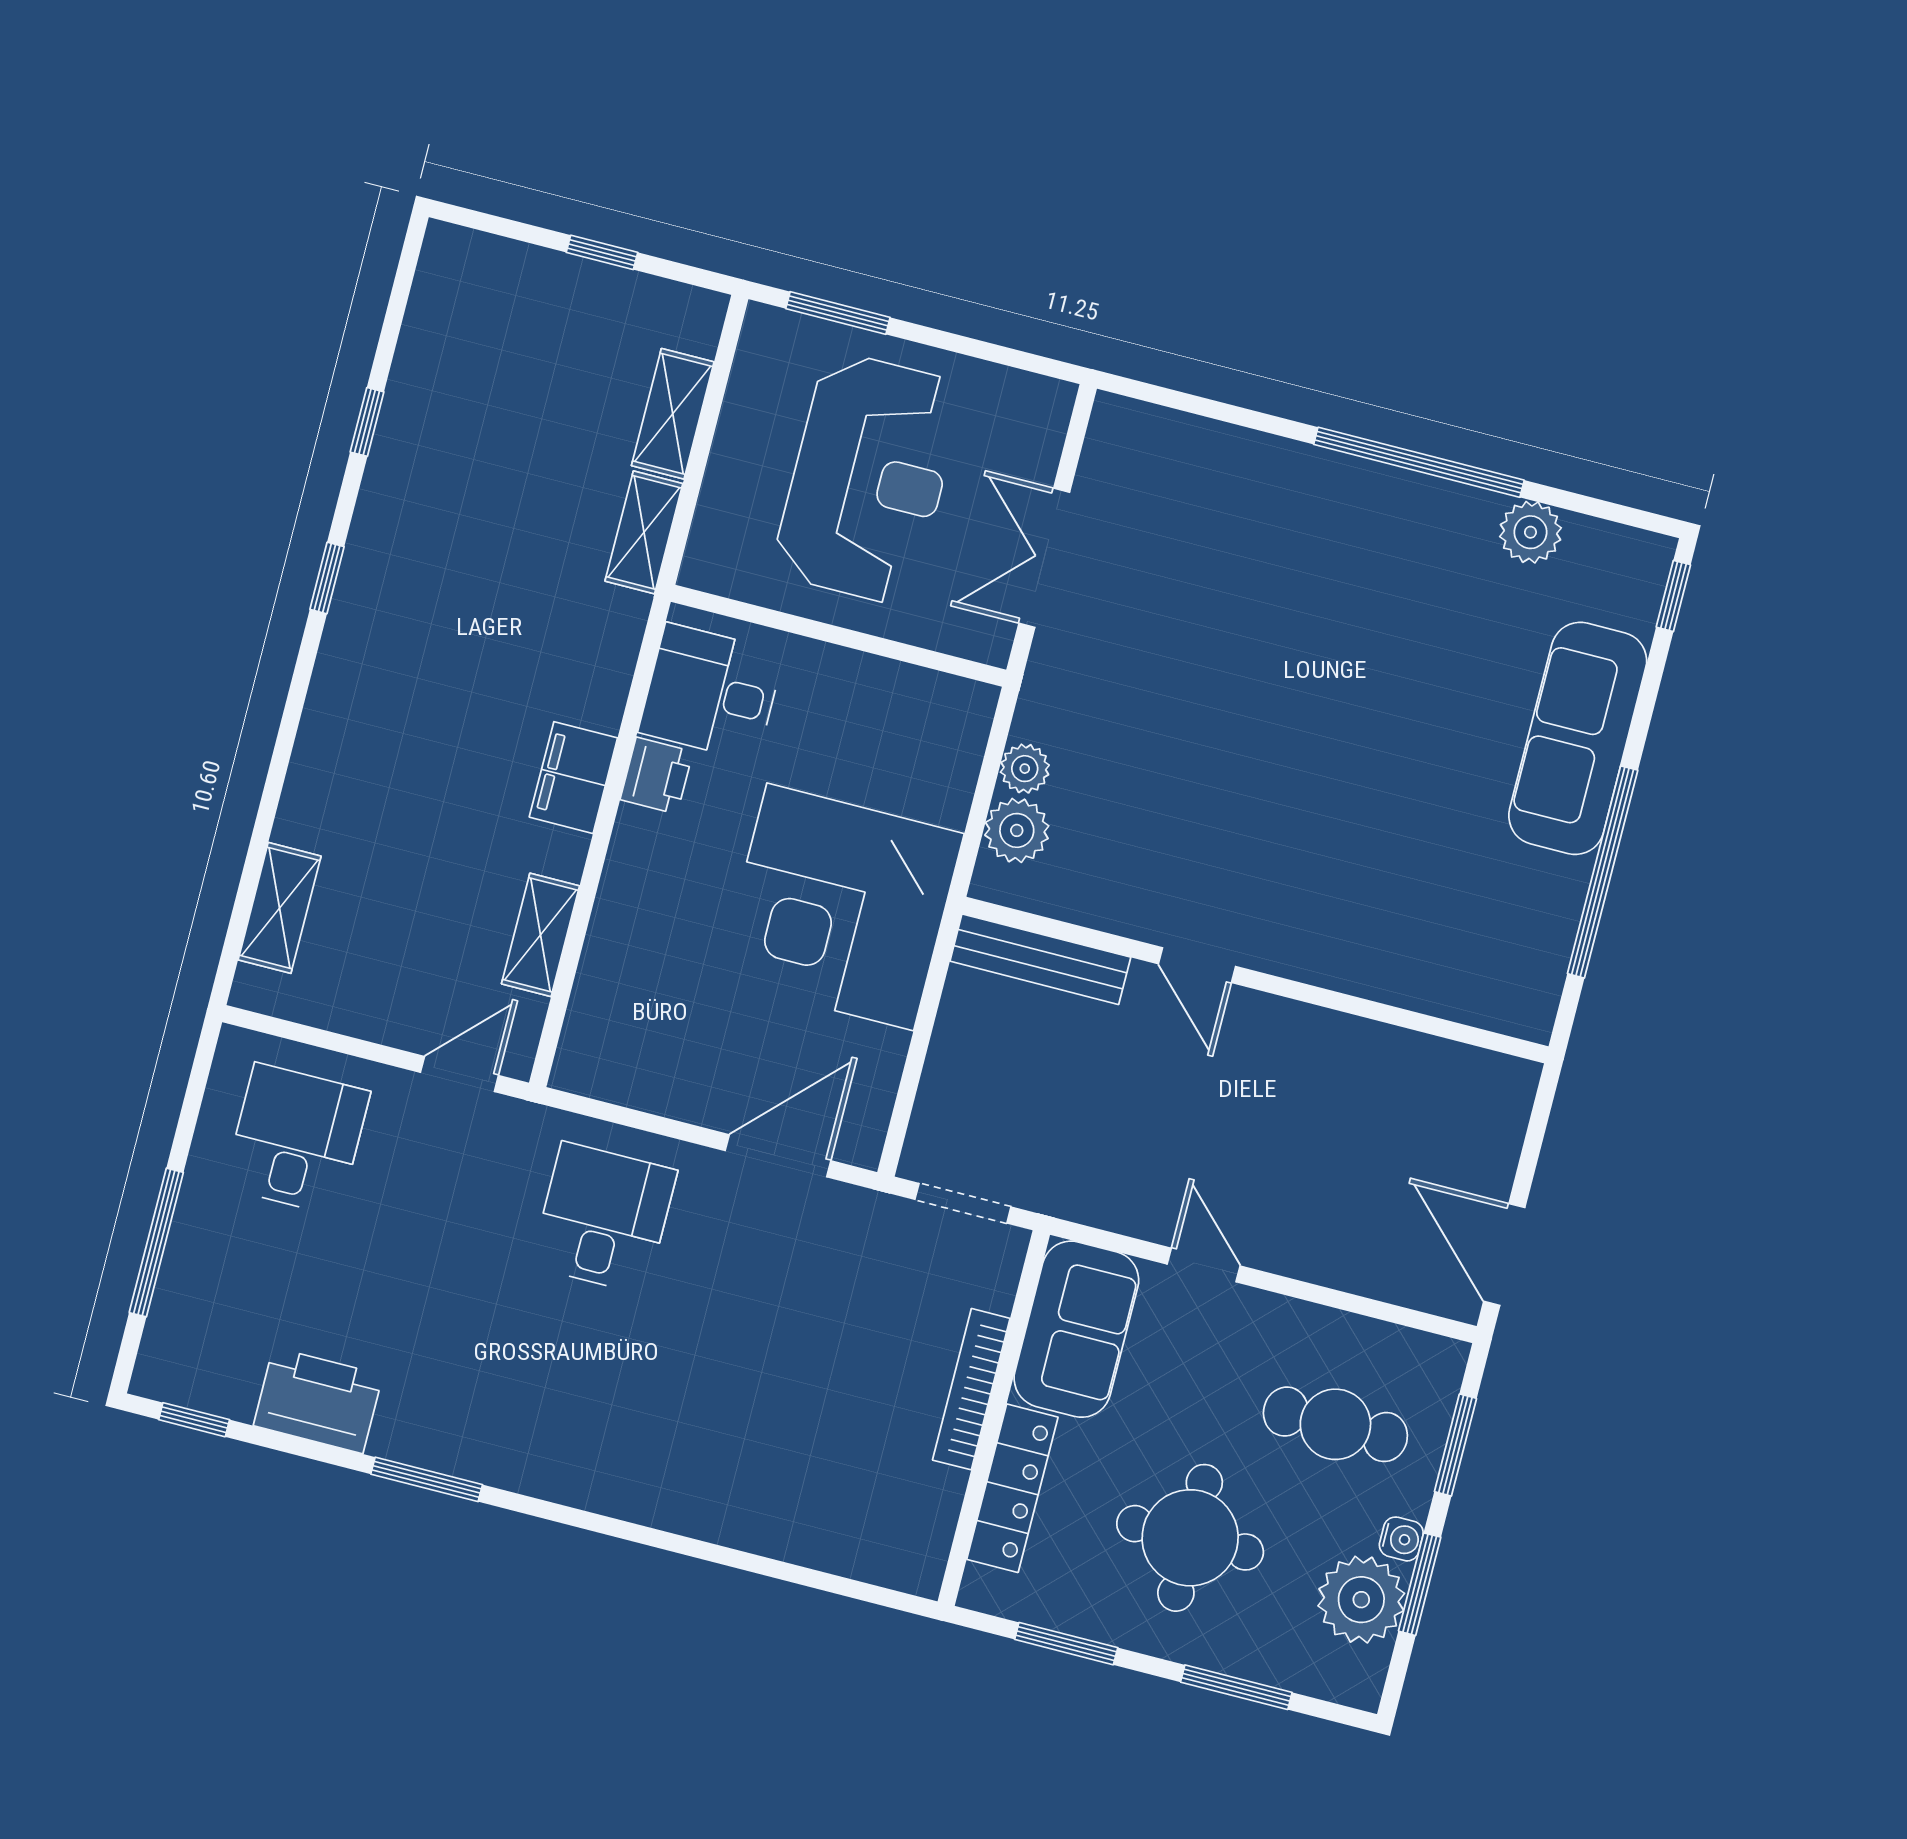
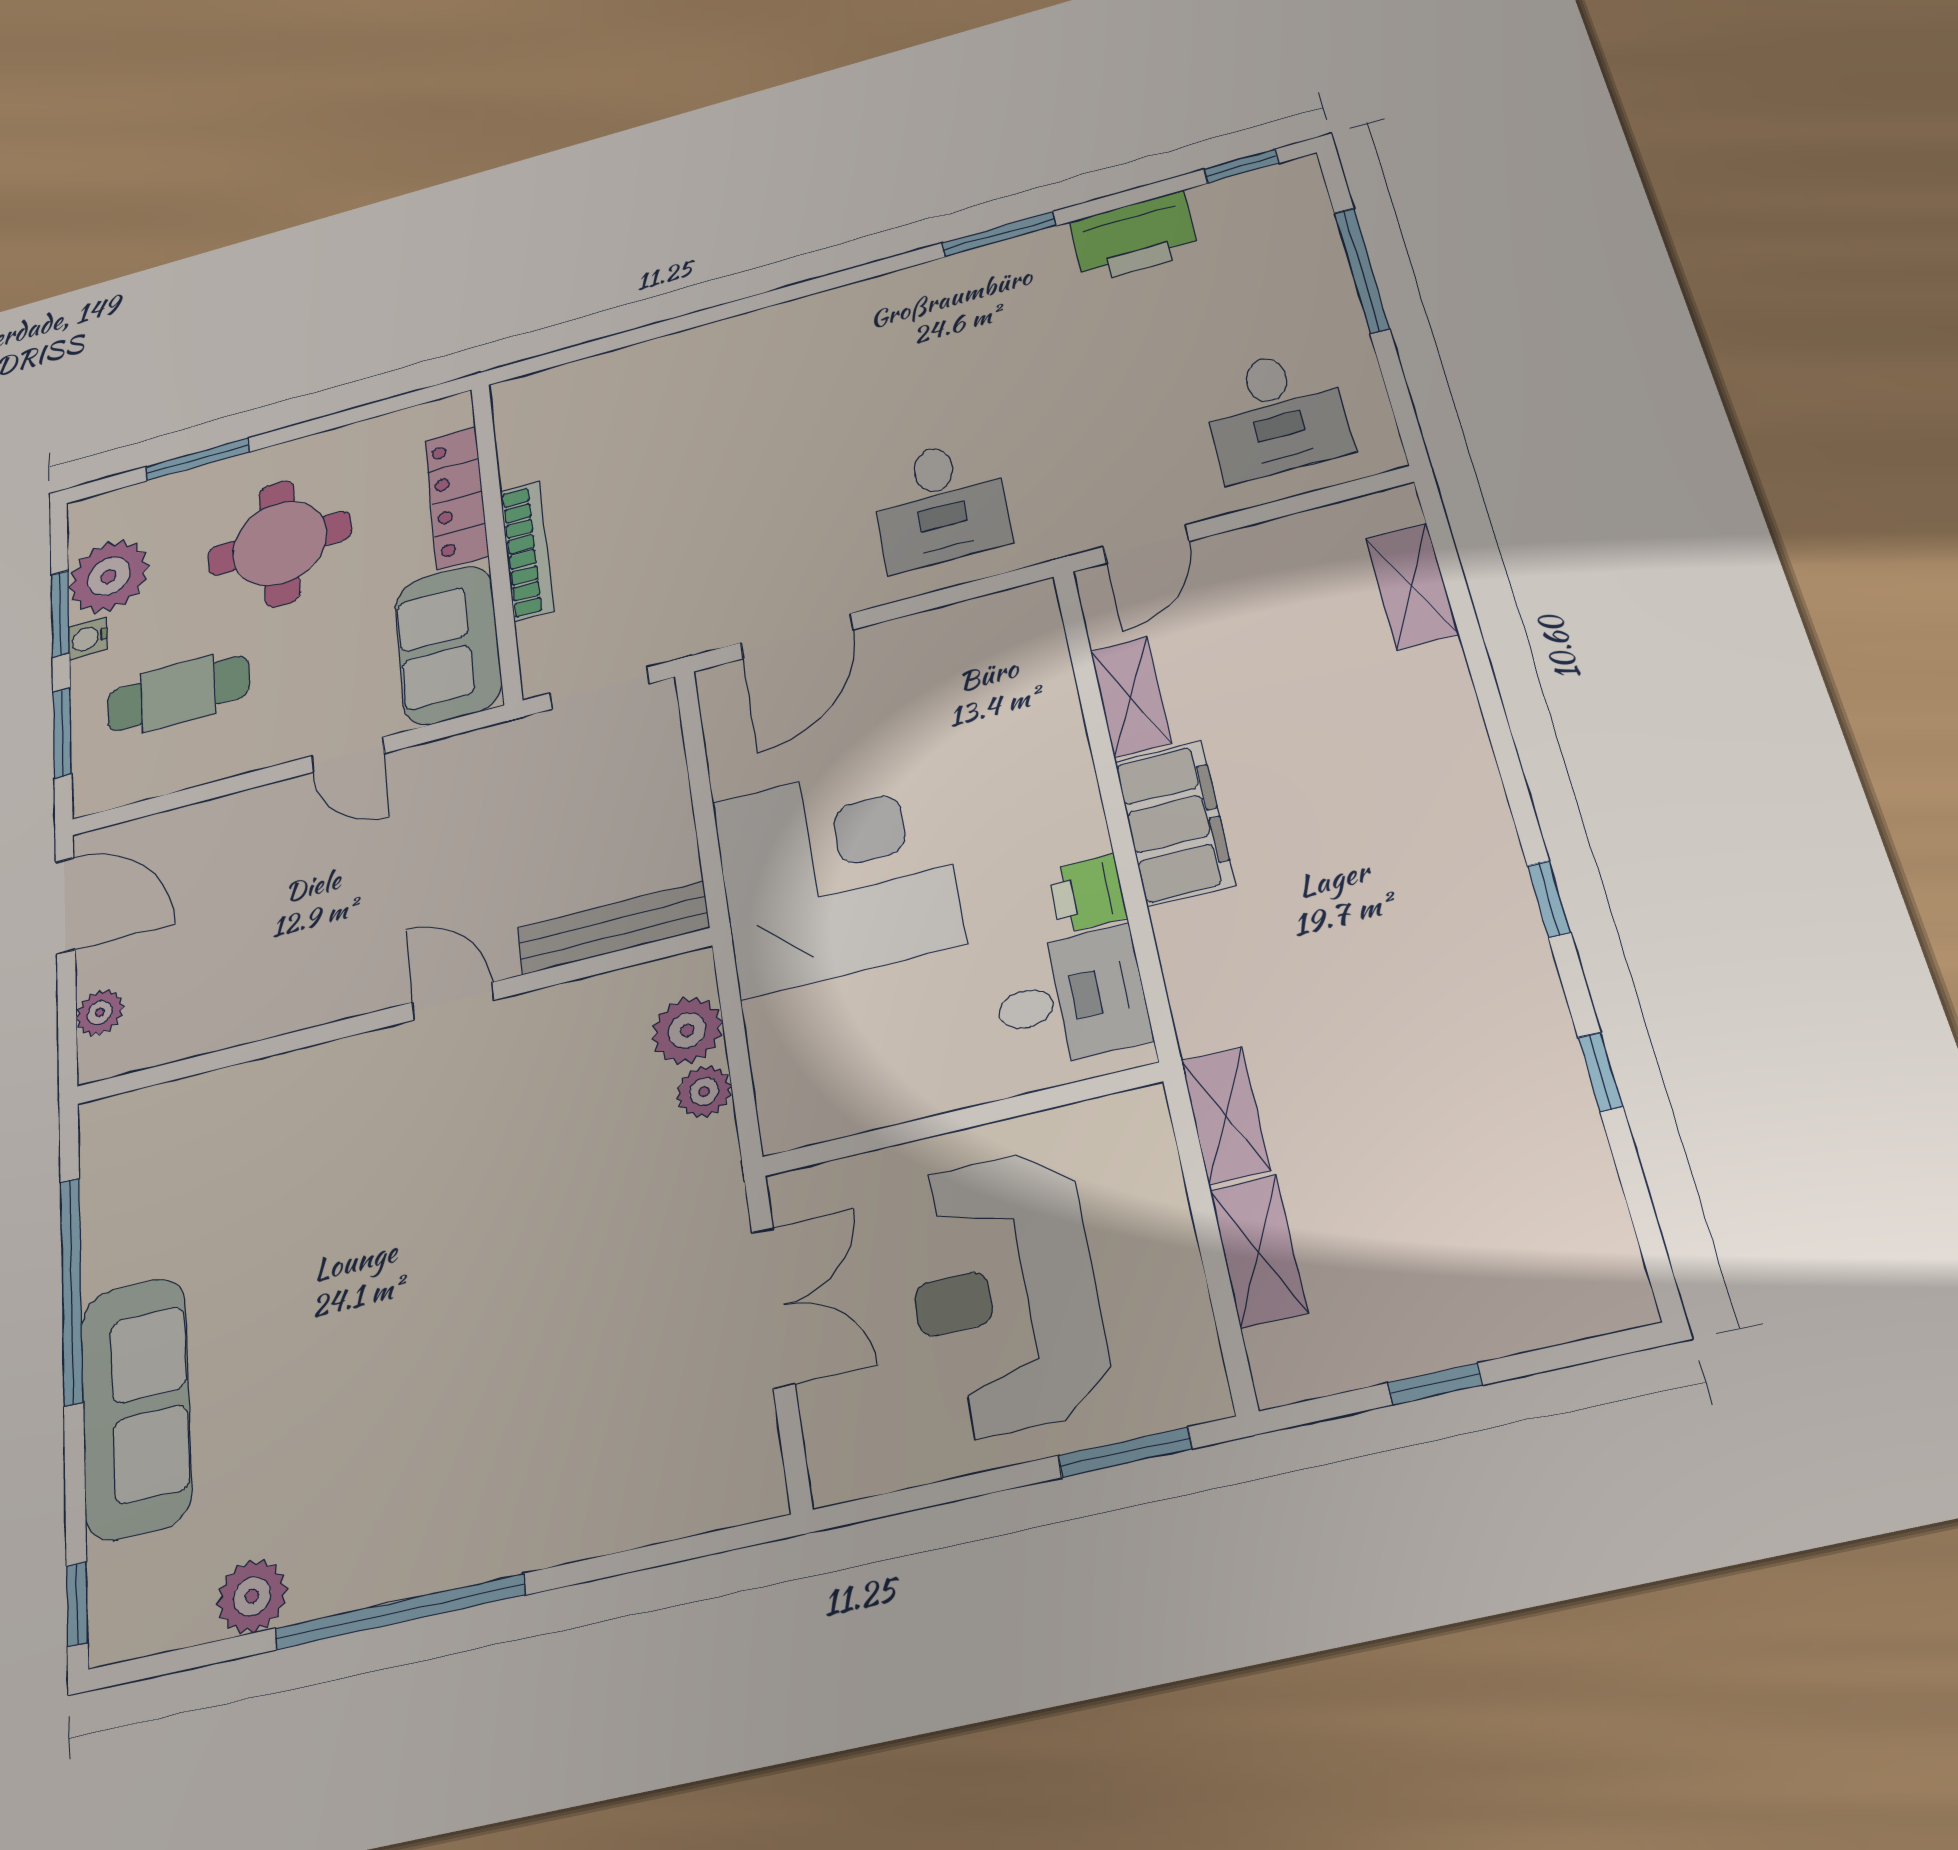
filing cabinet: (573, 778) -> (1174, 823), width x1.50, depth x1.17
plant: (1504, 1126) -> (100, 1013), added
window: (1066, 1644) -> (360, 414), removed

